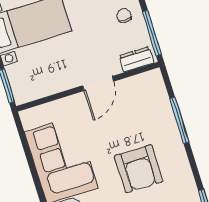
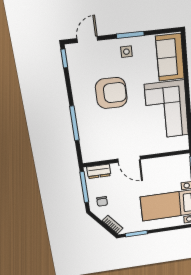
door: (98, 83) -> (129, 159), swing flipped
armchair: (139, 169) -> (111, 93), turned 90

